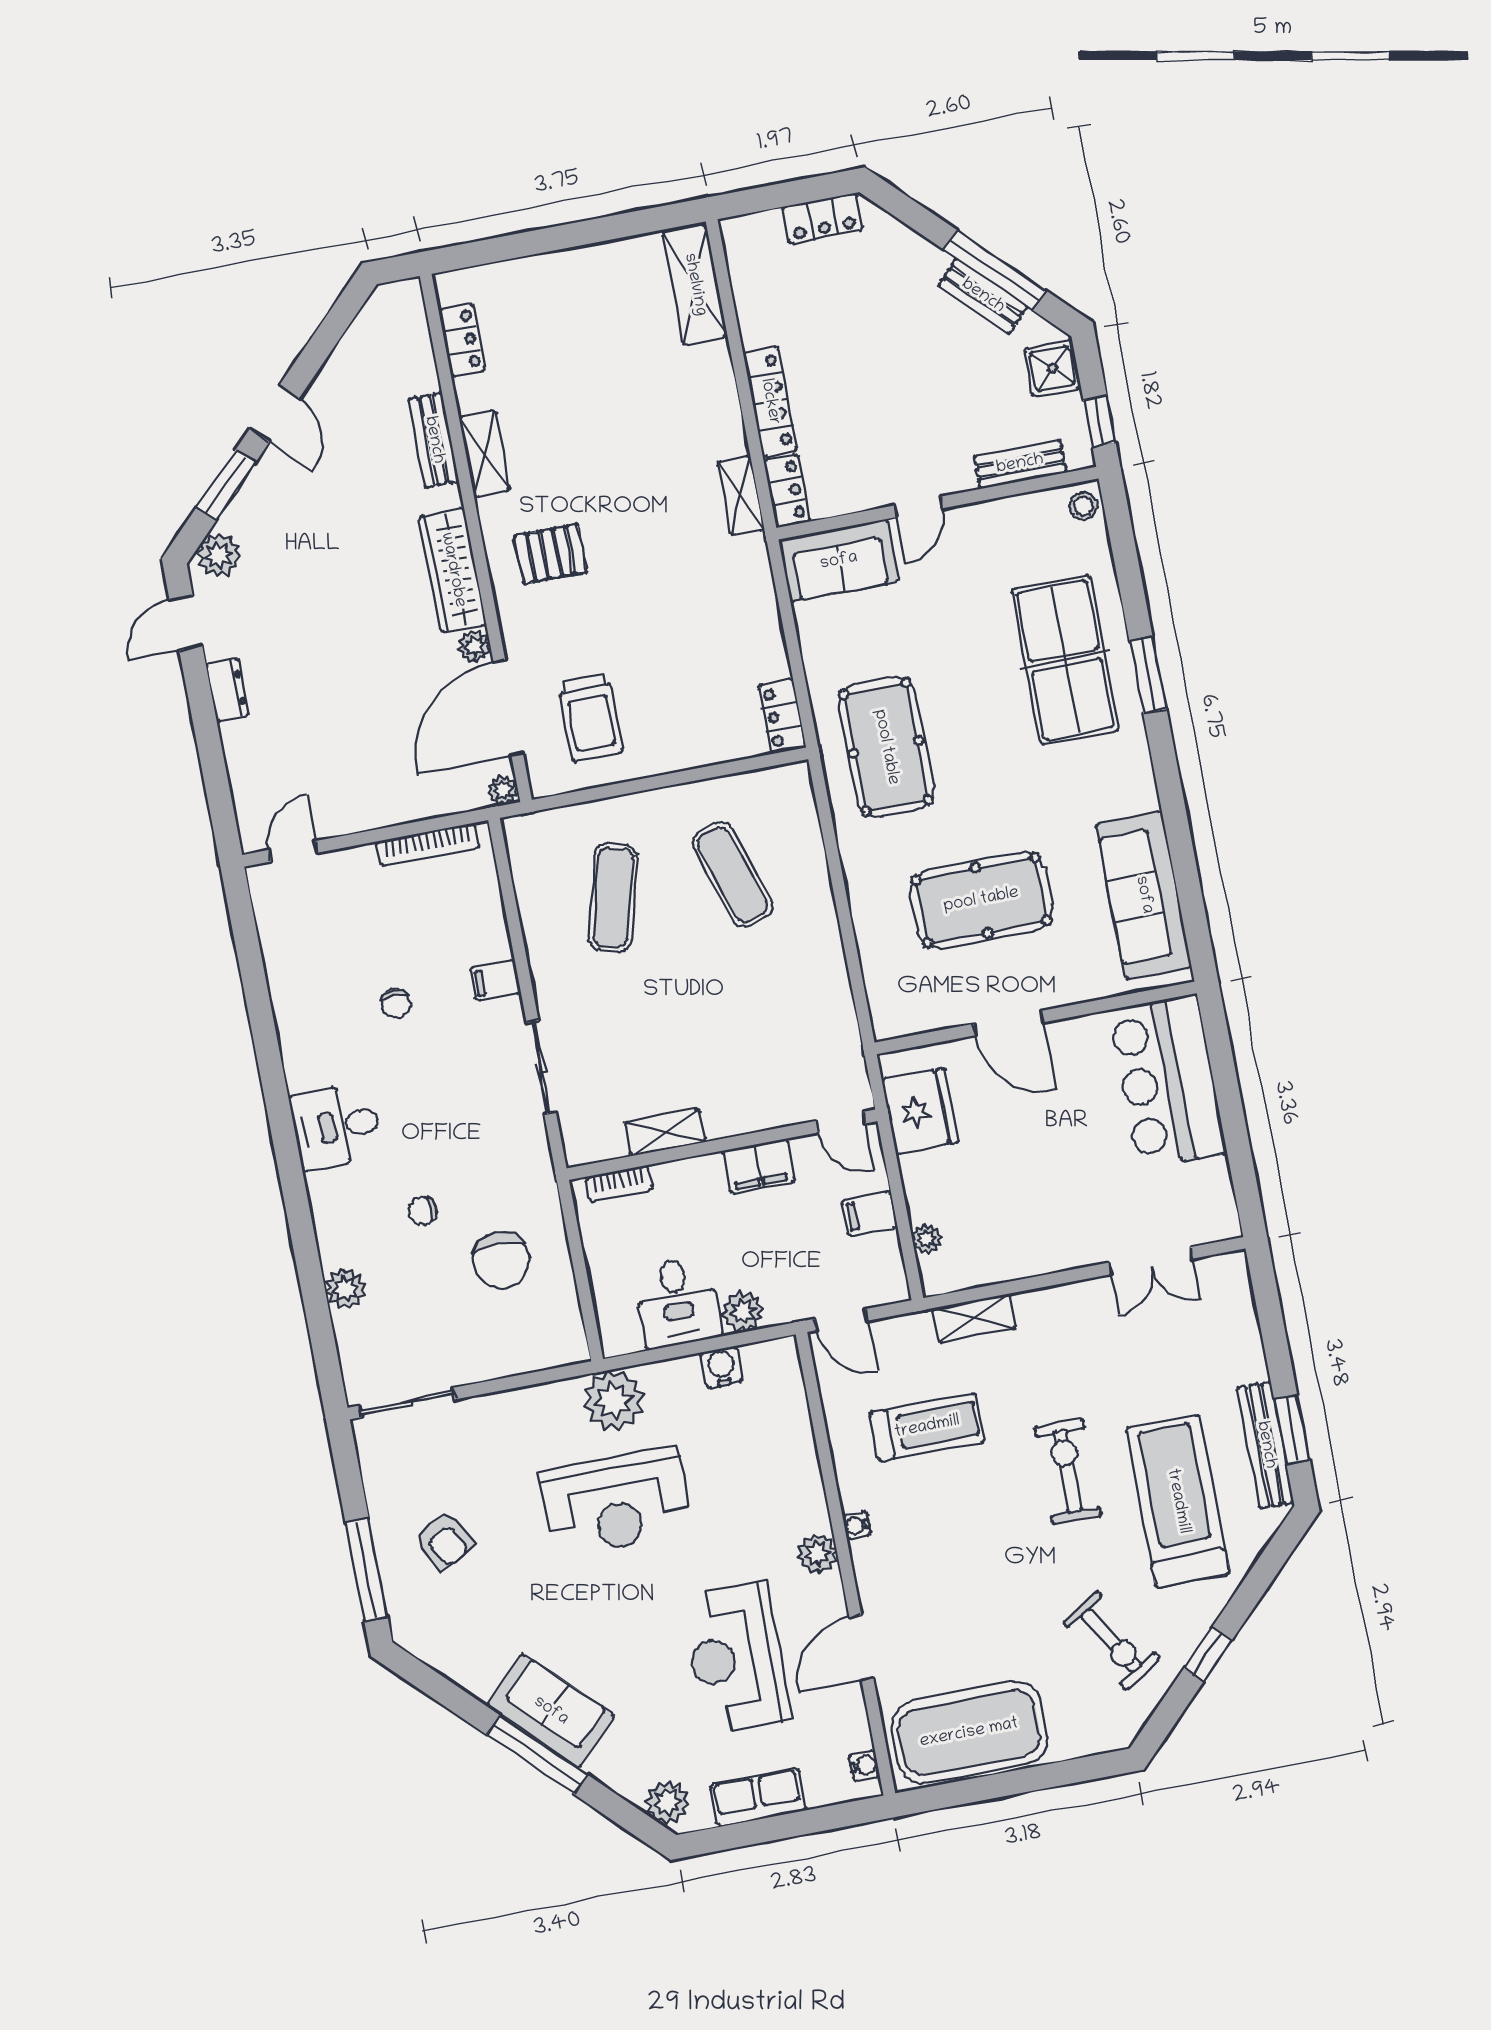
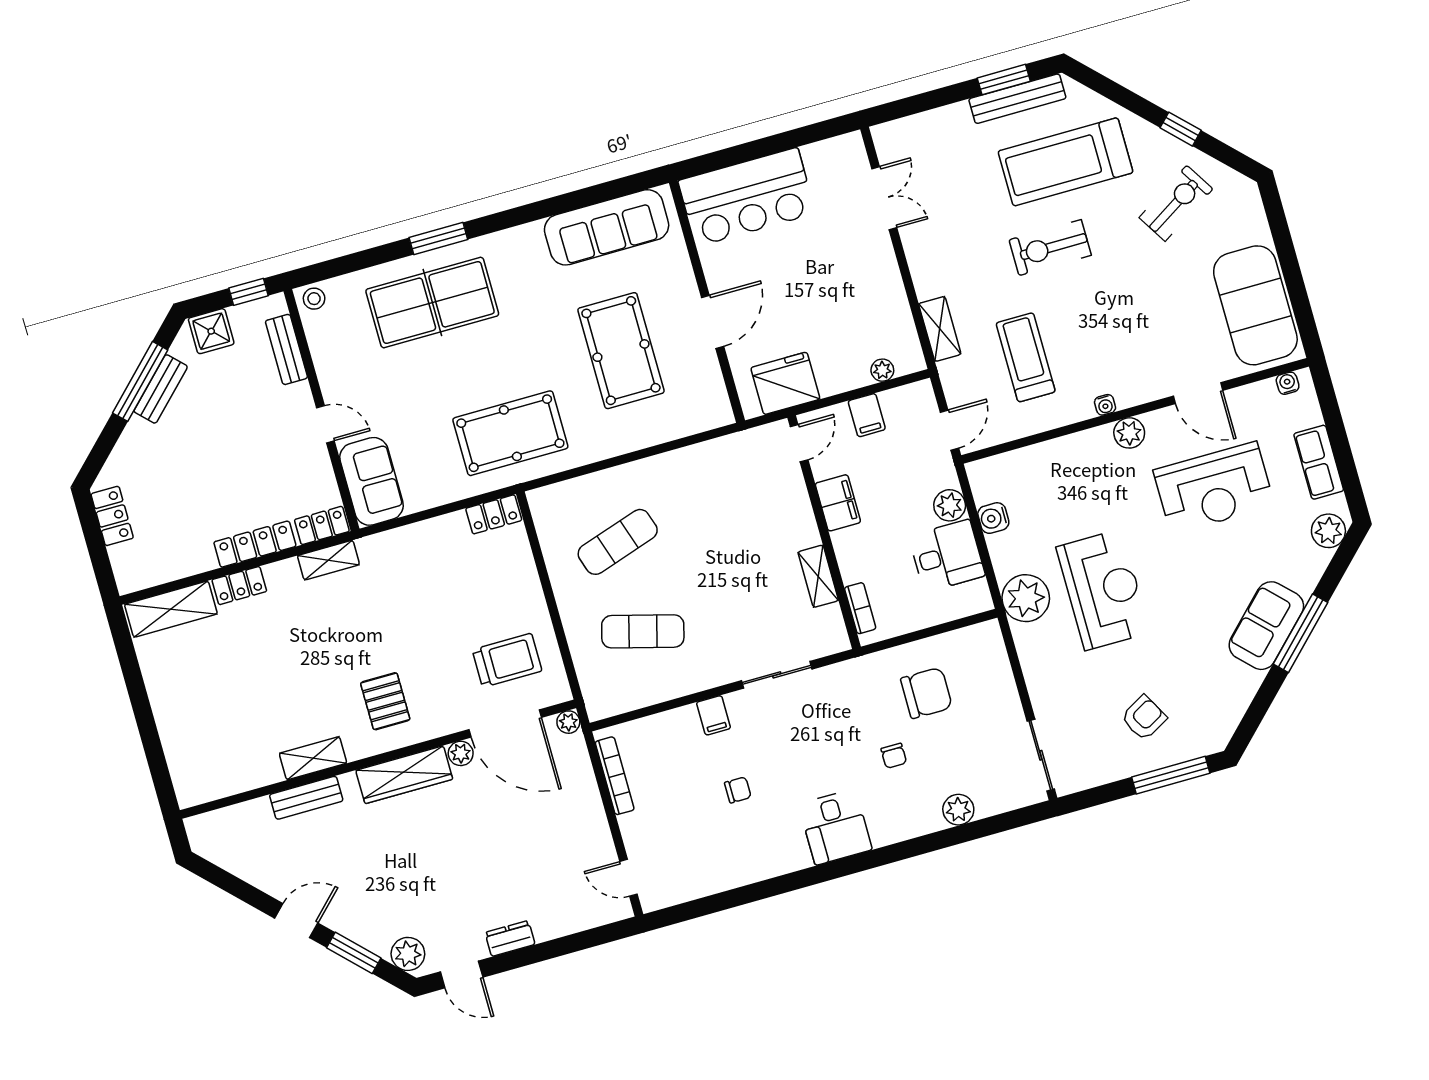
locker: (462, 340) -> (239, 586), moved, turned 180

